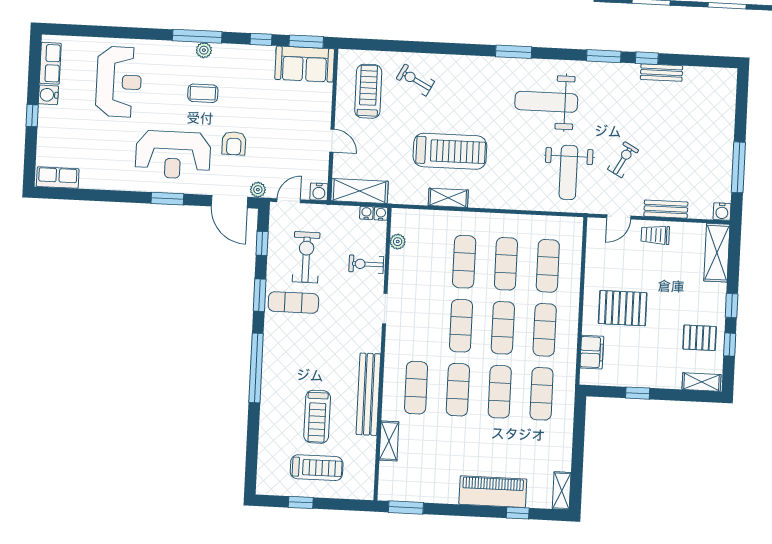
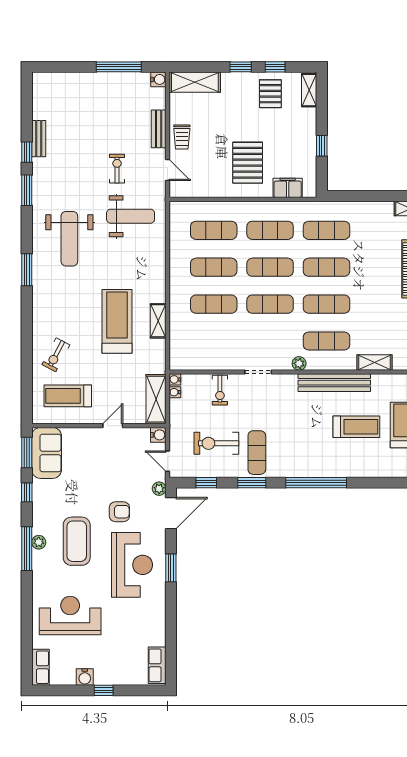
row of seats: (50, 63) -> (40, 667), moved, turned 90
coffee table: (203, 93) -> (77, 541), width x1.86, depth x1.72
exercise bike: (623, 160) -> (117, 169), turned 61
plant: (398, 242) -> (299, 363), moved

